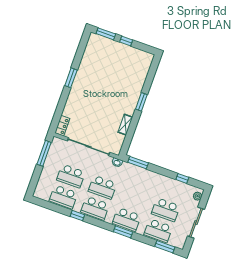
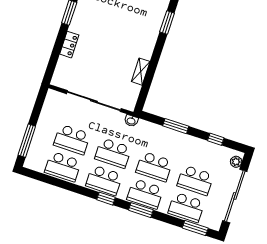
window: (141, 102) -> (167, 22), moved
locker: (62, 126) -> (69, 45), moved
window: (44, 153) -> (27, 141), moved
window: (138, 163) -> (176, 126), moved
school desk: (134, 199) -> (154, 167), added
window: (77, 216) -> (106, 199), moved
sliding door: (196, 223) -> (235, 196), width x1.36

